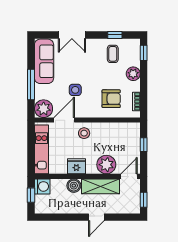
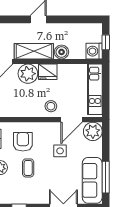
coffee table: (113, 54) -> (28, 168), moved
window: (31, 85) -> (106, 177), moved
armchair: (111, 99) -> (23, 142), turned 90
fridge: (76, 166) -> (48, 72), moved

